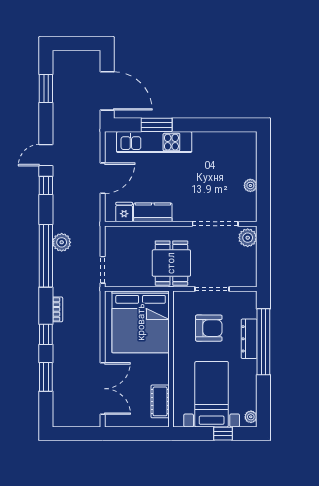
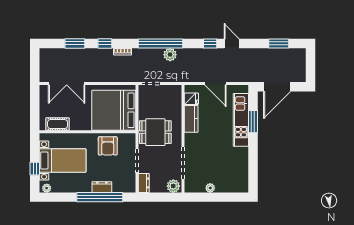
dresser: (243, 279) -> (144, 183), added
armchair: (209, 328) -> (108, 146), moved
dresser: (249, 339) -> (102, 187), width x0.70

